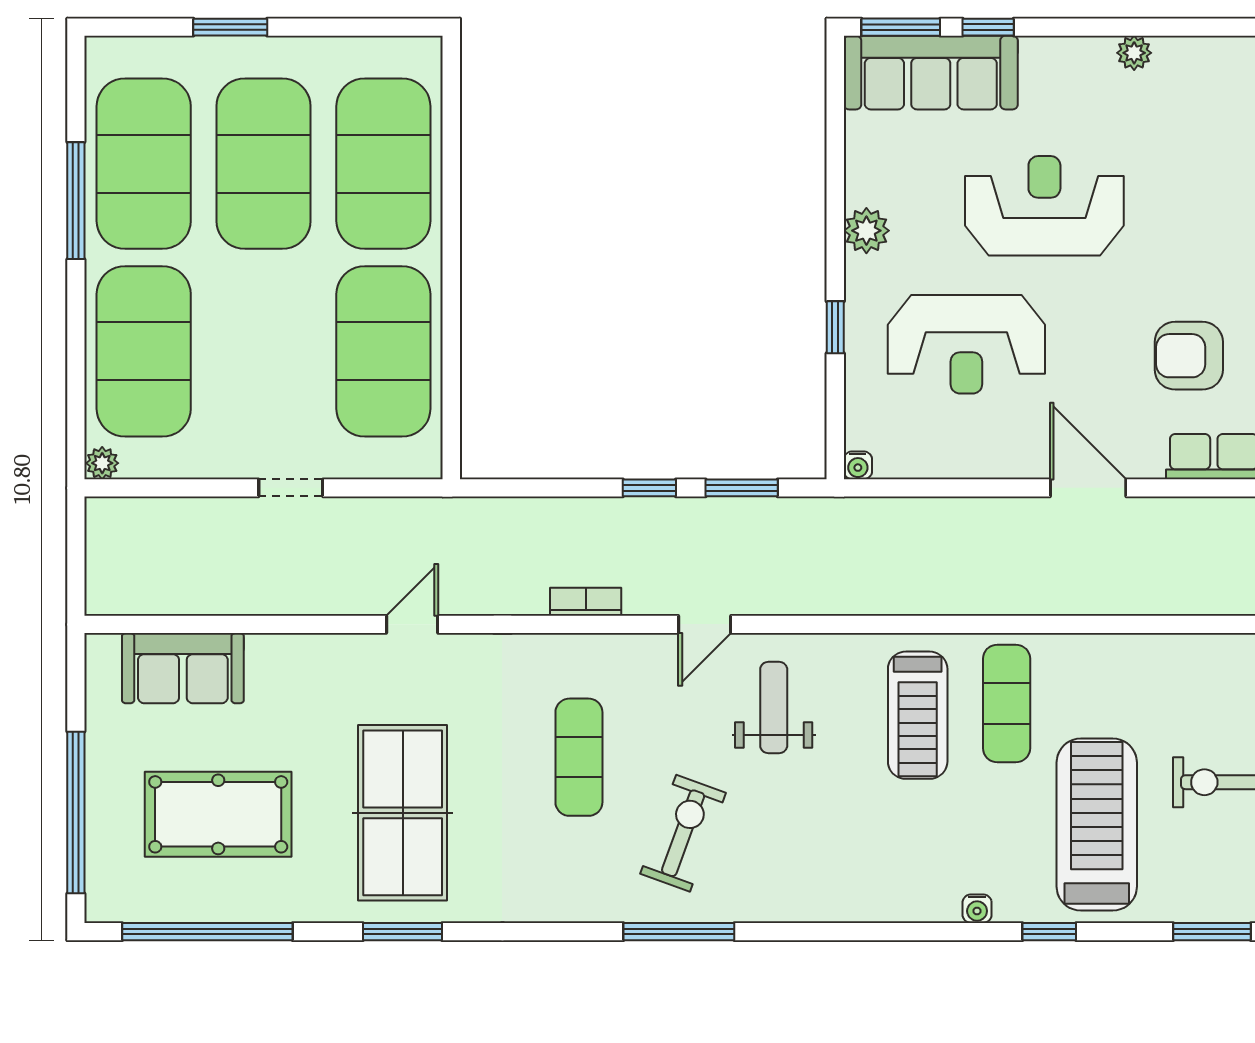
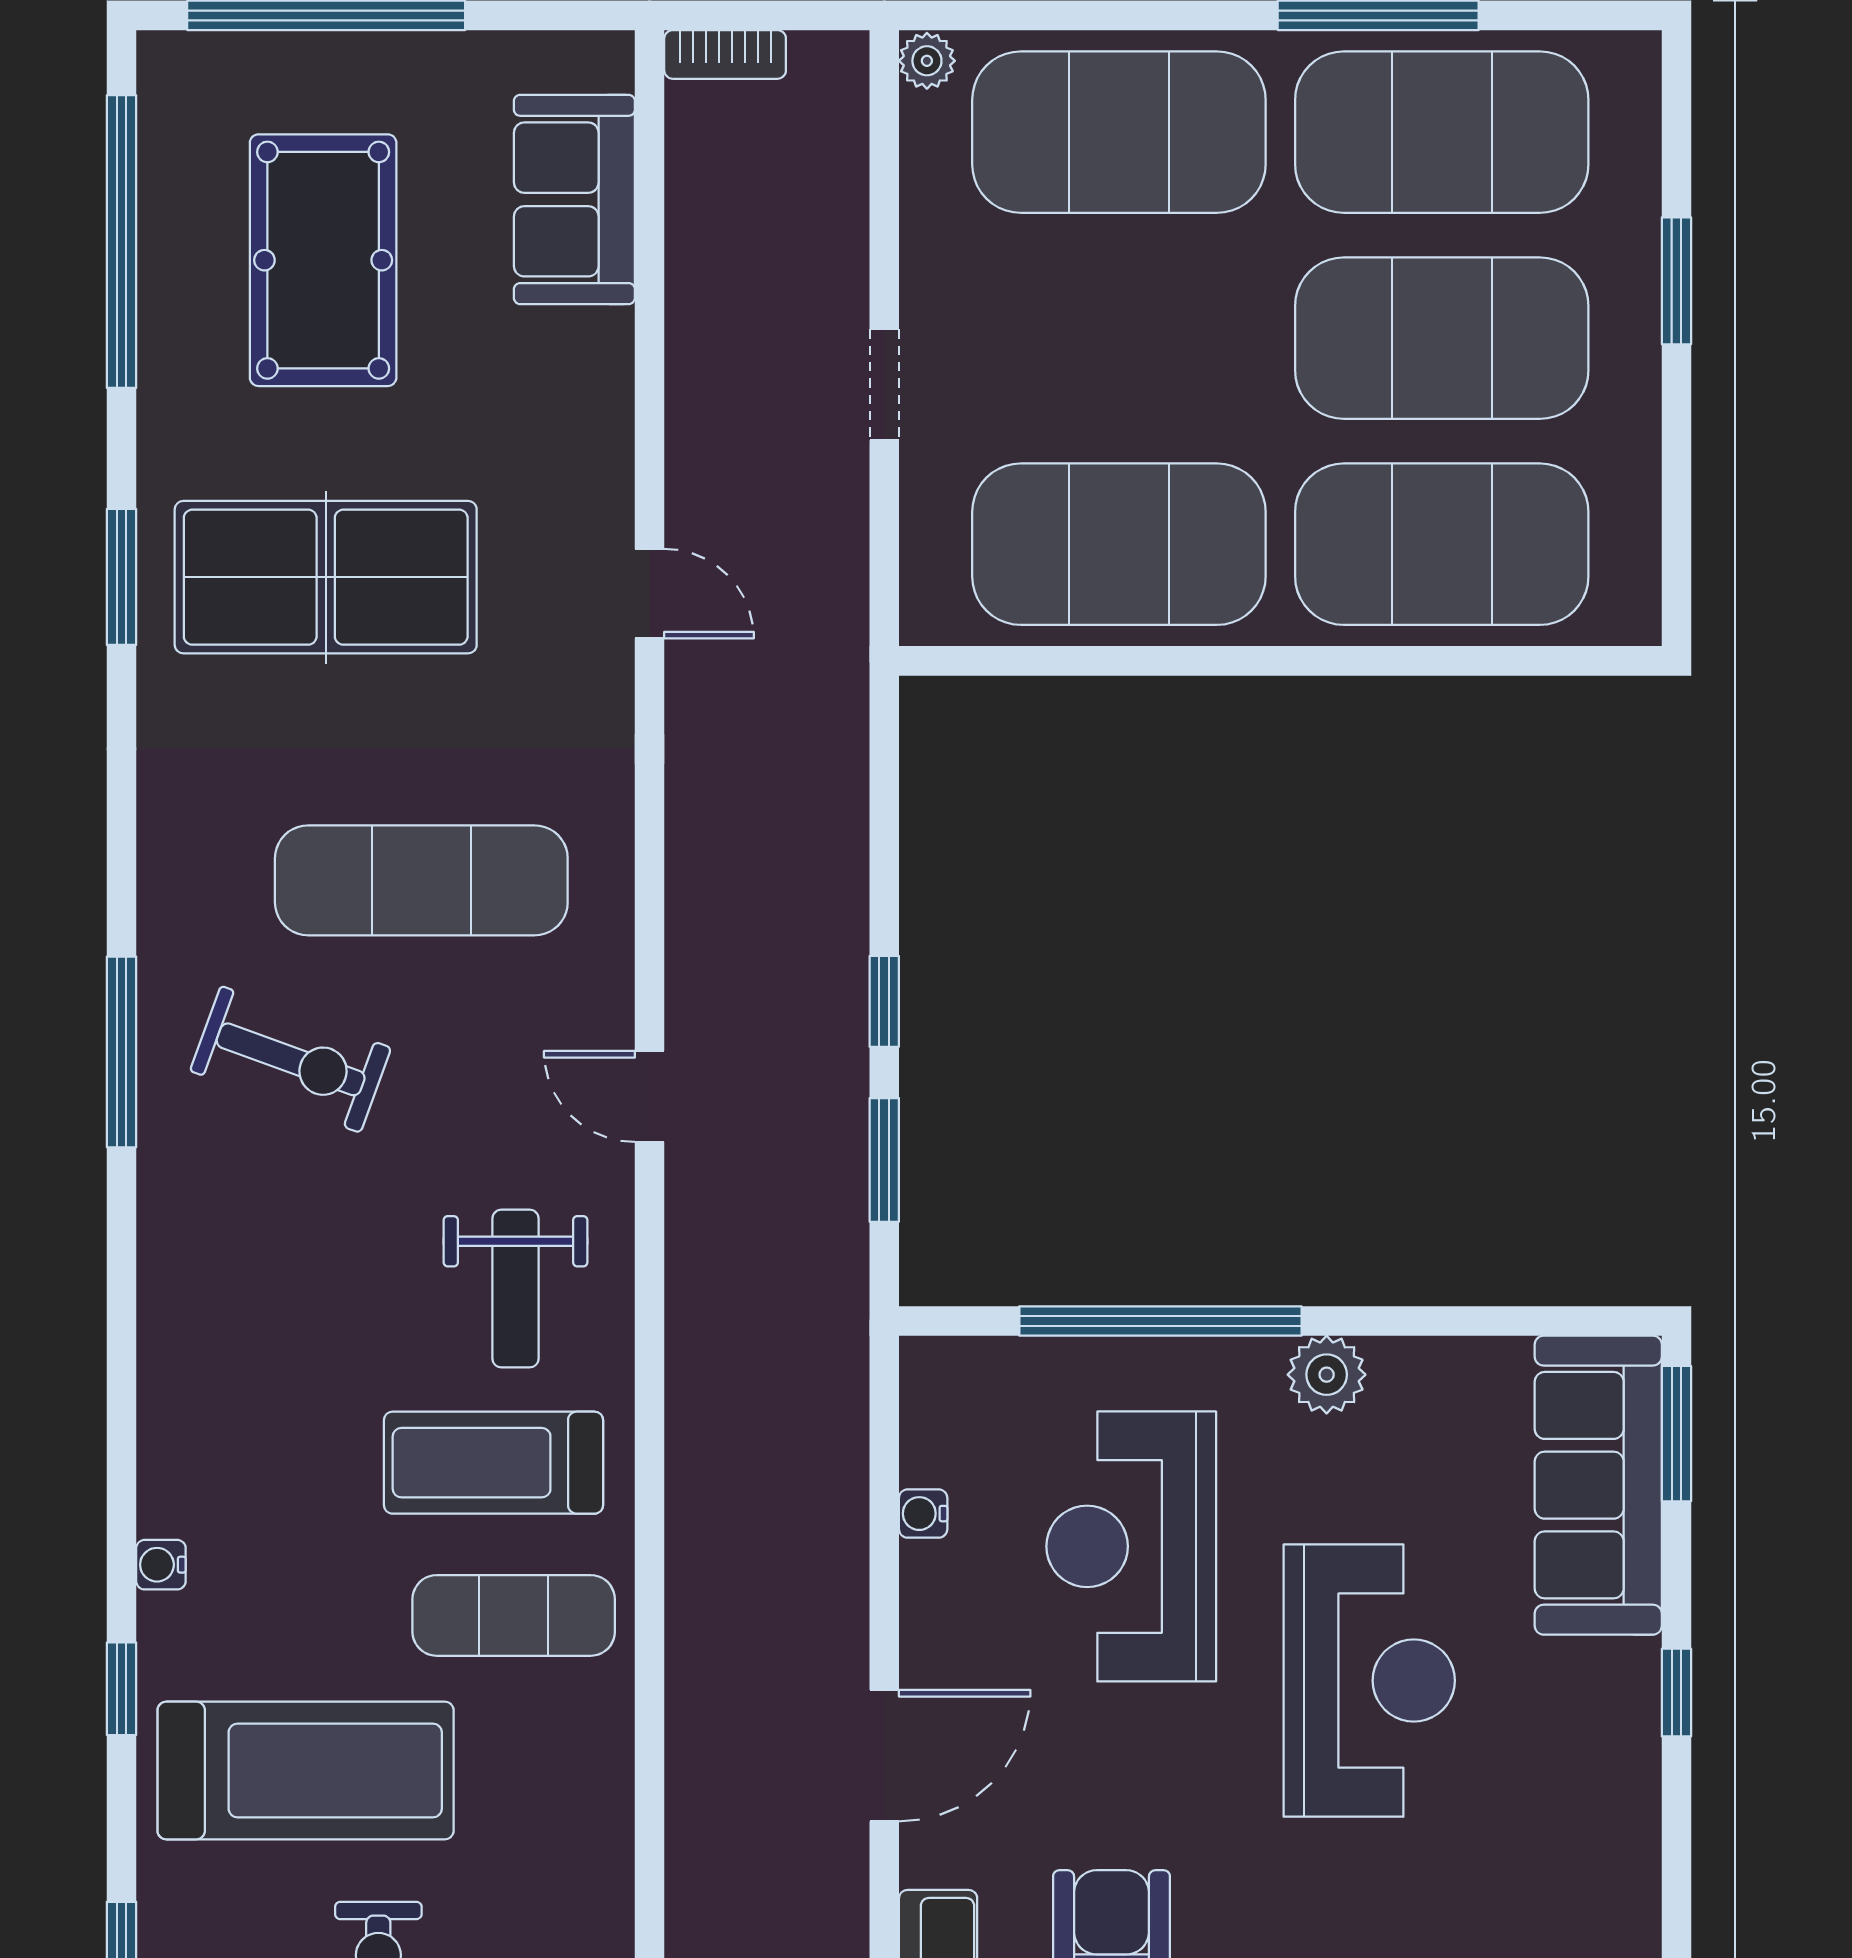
window: (988, 27) -> (1676, 1693), moved
plant: (1134, 53) -> (1632, 1835), removed
window: (835, 327) -> (1160, 1321), width x3.17
water cooler: (858, 465) -> (923, 1514), moved
bookcase: (586, 602) -> (725, 54), moved, turned 90
weight bench: (774, 707) -> (516, 1289), moved, turned 90
exercise mat: (579, 757) -> (421, 880), width x1.36, depth x1.45

